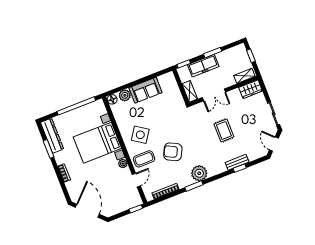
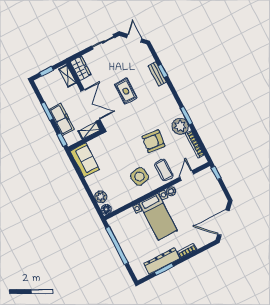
sofa: (146, 90) -> (85, 160), moved
double door: (214, 95) -> (90, 105), width x1.37
rug: (224, 130) -> (126, 91), turned 90
side table: (140, 135) -> (140, 177), turned 45
dresser: (52, 136) -> (162, 261), moved
bed with nightstands: (97, 143) -> (158, 217), width x0.73
door: (274, 144) -> (134, 38), swing flipped
armchair: (173, 152) -> (153, 141), turned 69
plant: (199, 173) -> (180, 126), moved
door: (136, 180) -> (187, 176), hinge flipped

